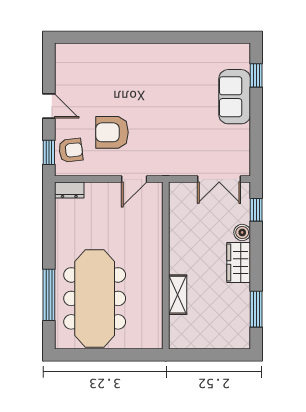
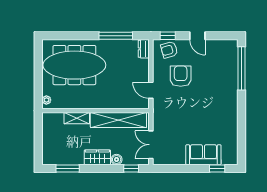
window: (100, 37) -> (241, 68), added
door: (49, 106) -> (197, 36), hinge flipped
armchair: (71, 150) -> (169, 50), turned 81
shelving: (181, 229) -> (118, 120), added
window: (49, 295) -> (116, 36), moved
plant: (149, 342) -> (46, 100), added

